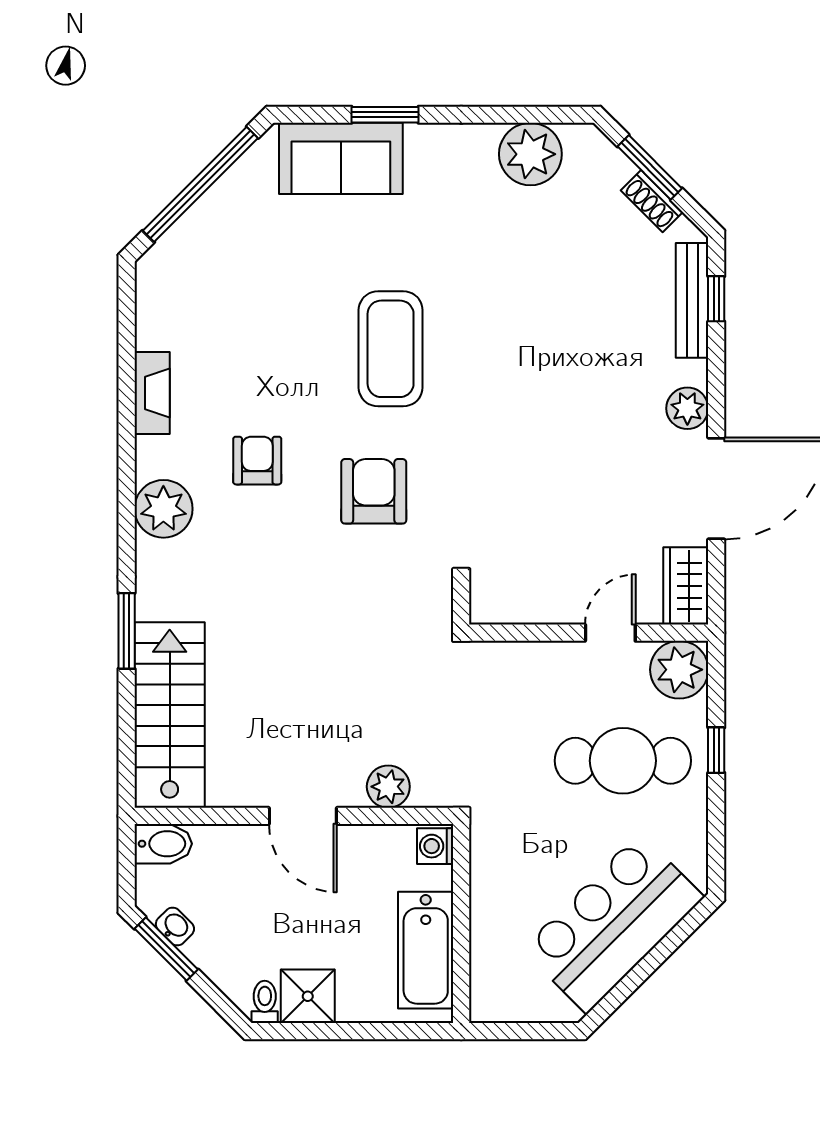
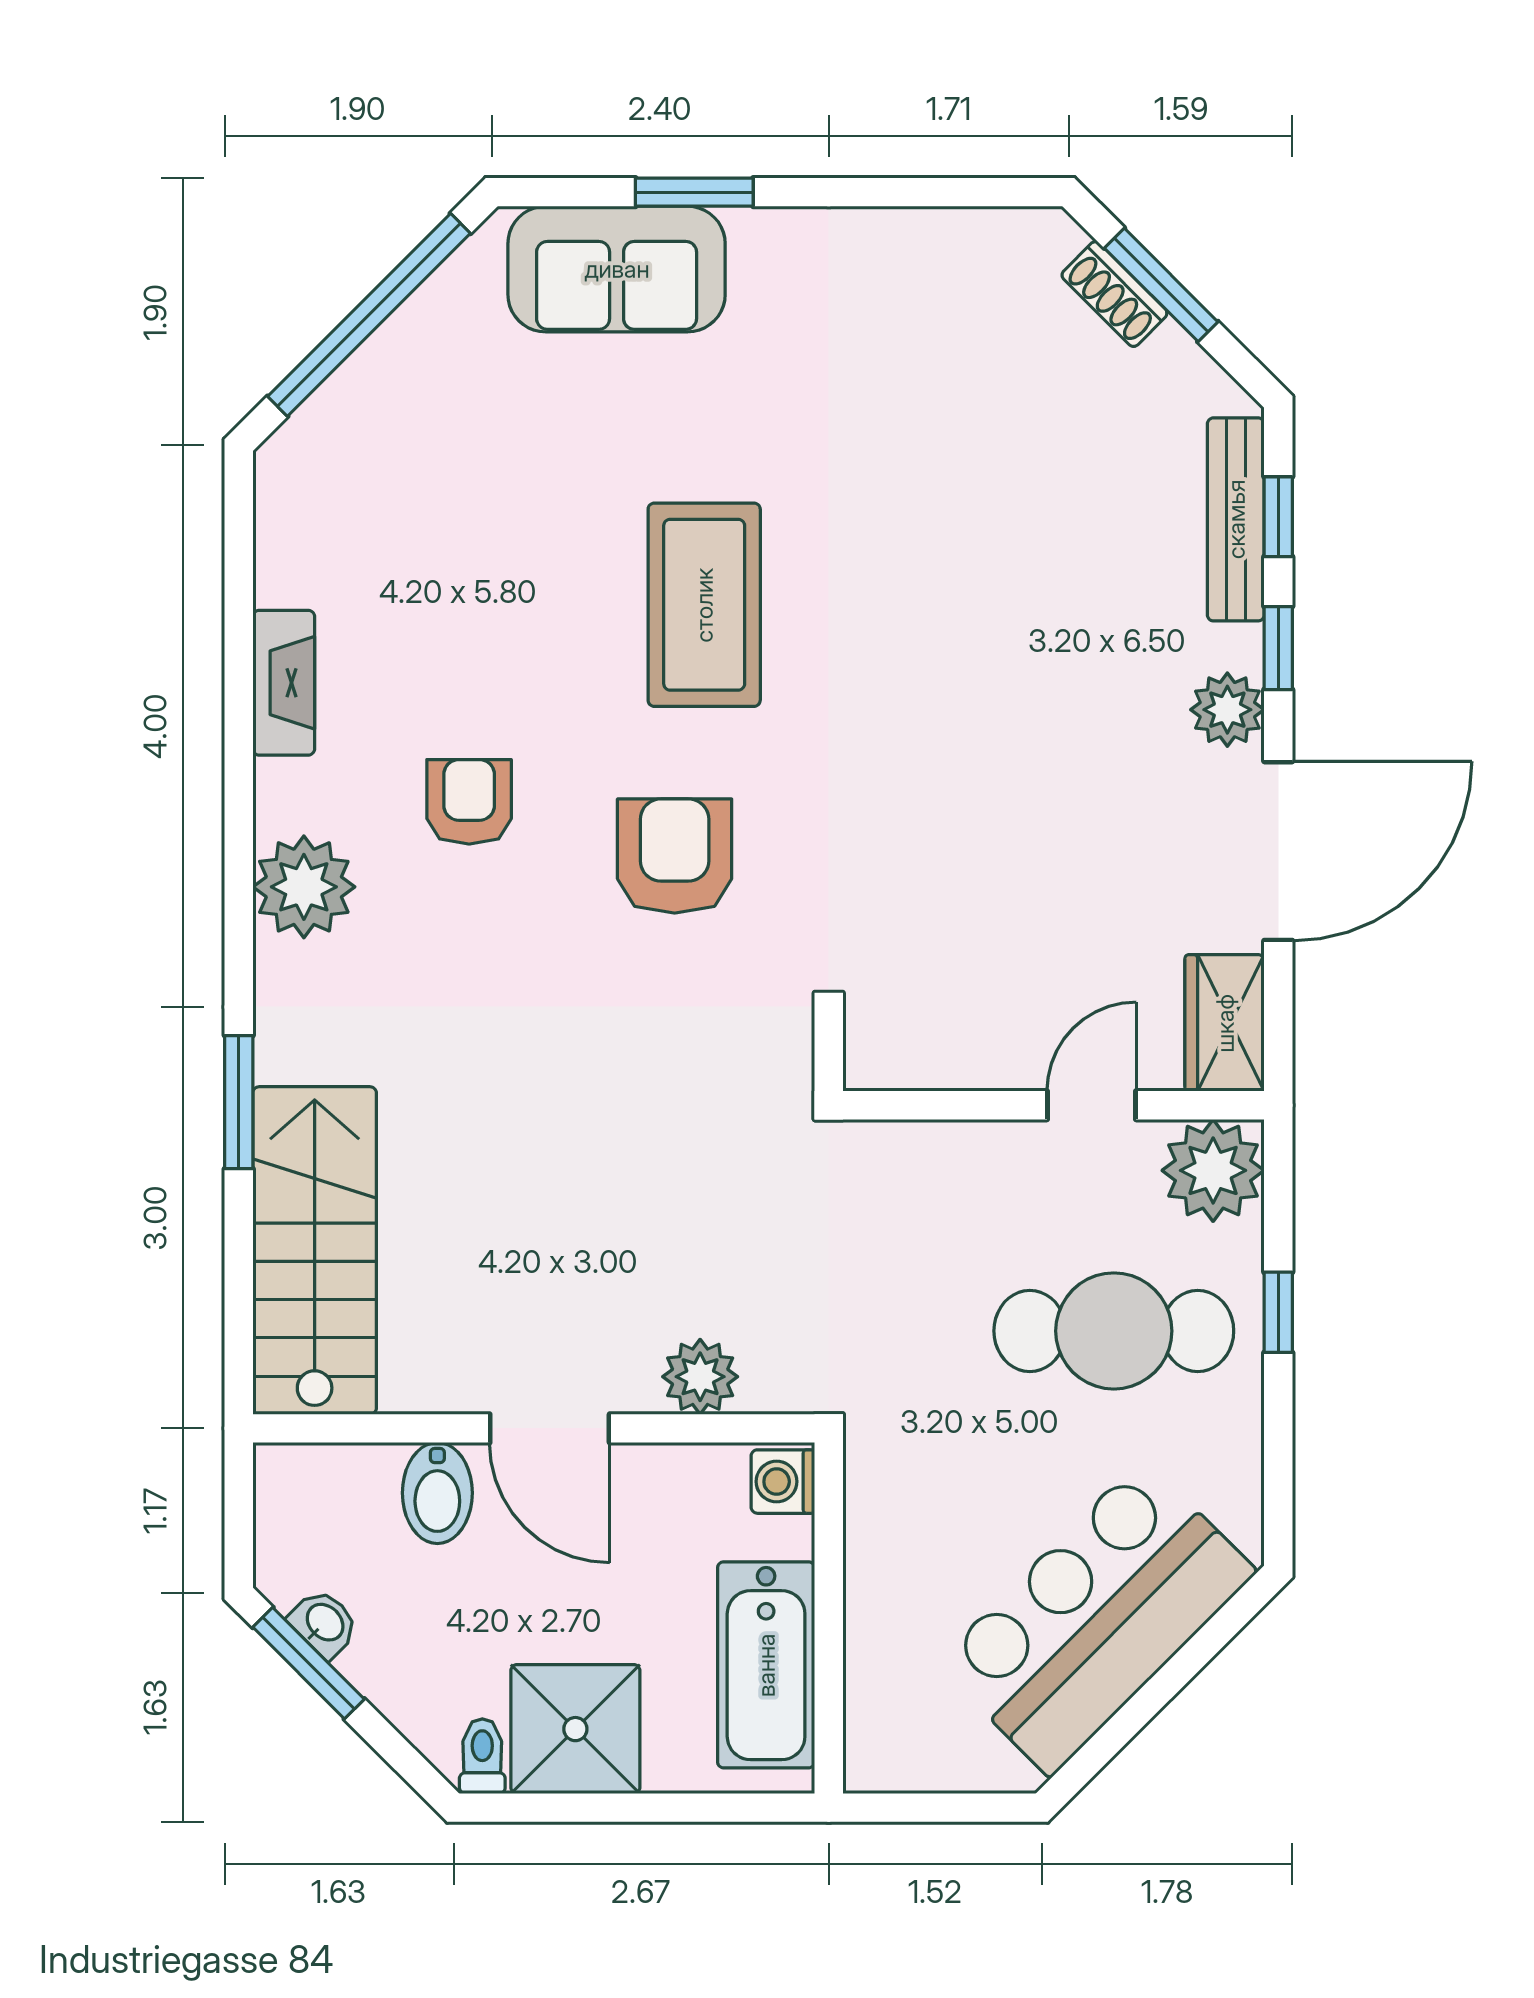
plant: (530, 154) -> (951, 261), removed
shoe rack: (652, 201) -> (1114, 294), moved
window: (716, 373) -> (1278, 648), added
bidet: (163, 844) -> (437, 1493), moved, turned 90
shower: (308, 996) -> (575, 1729), width x1.36, depth x1.36

